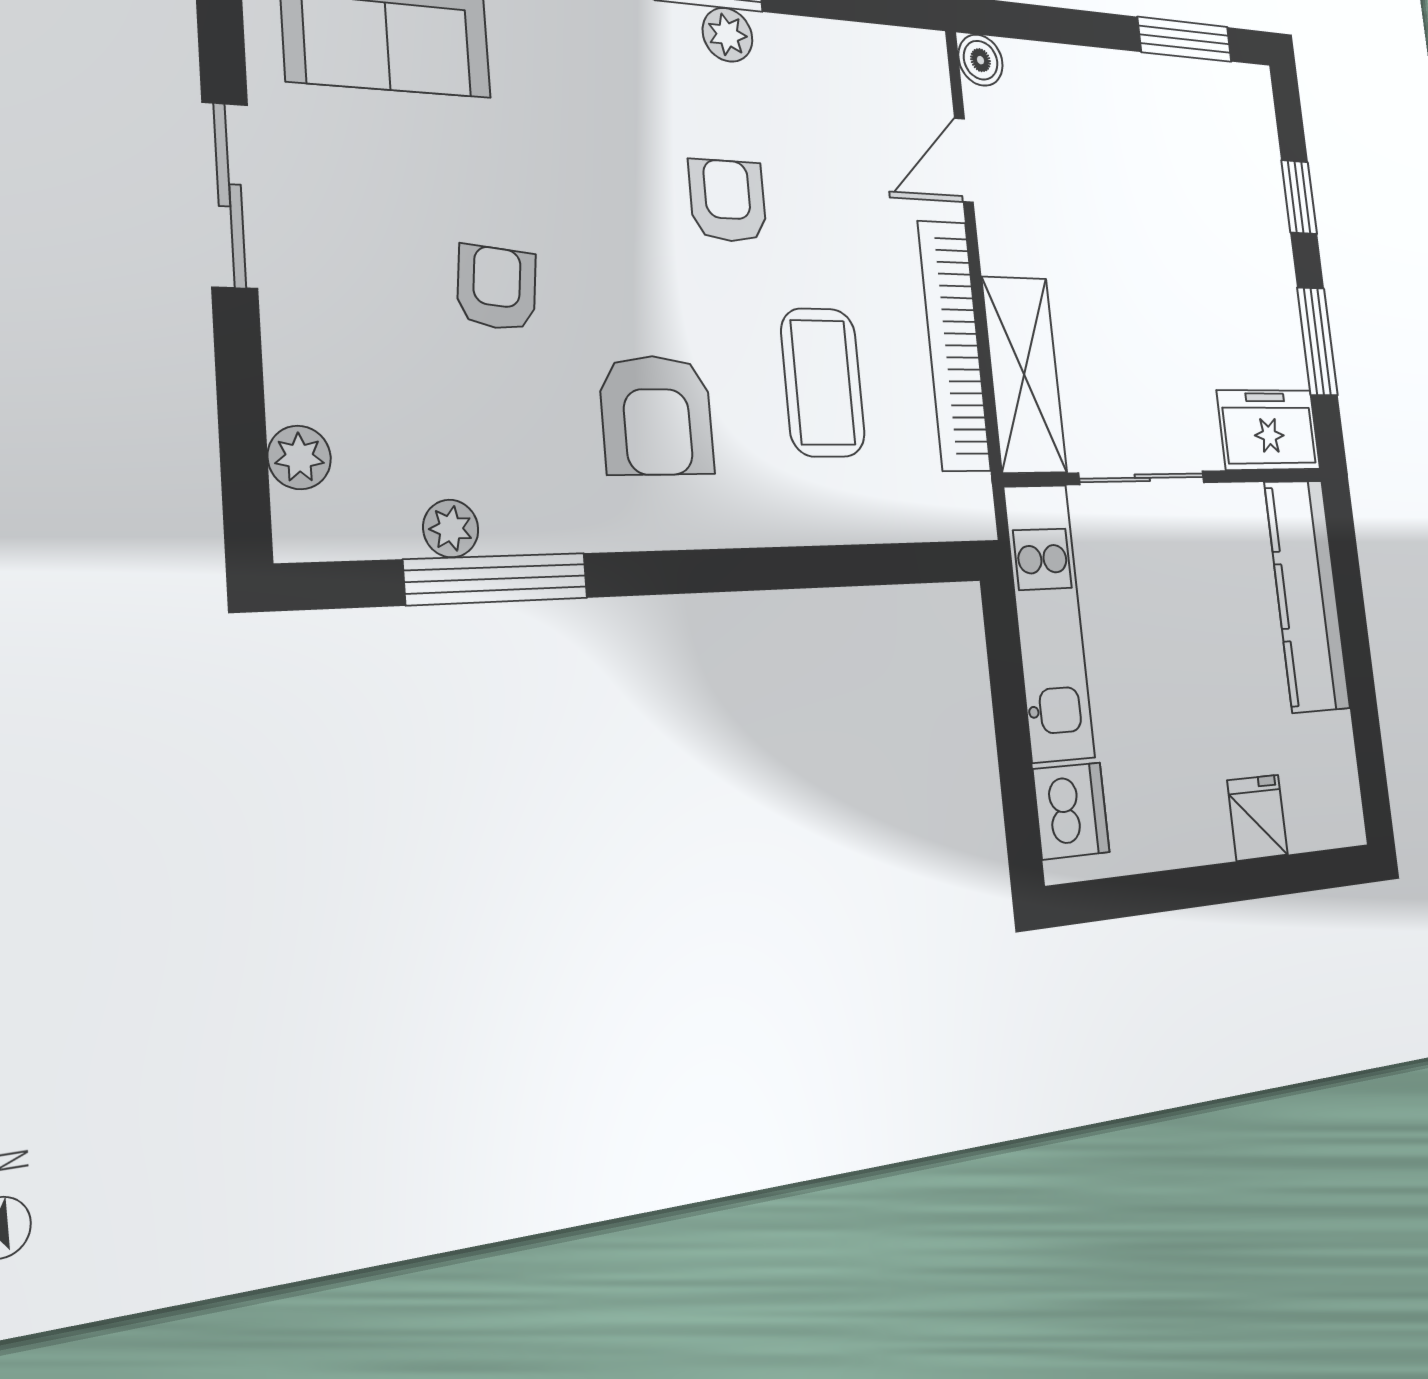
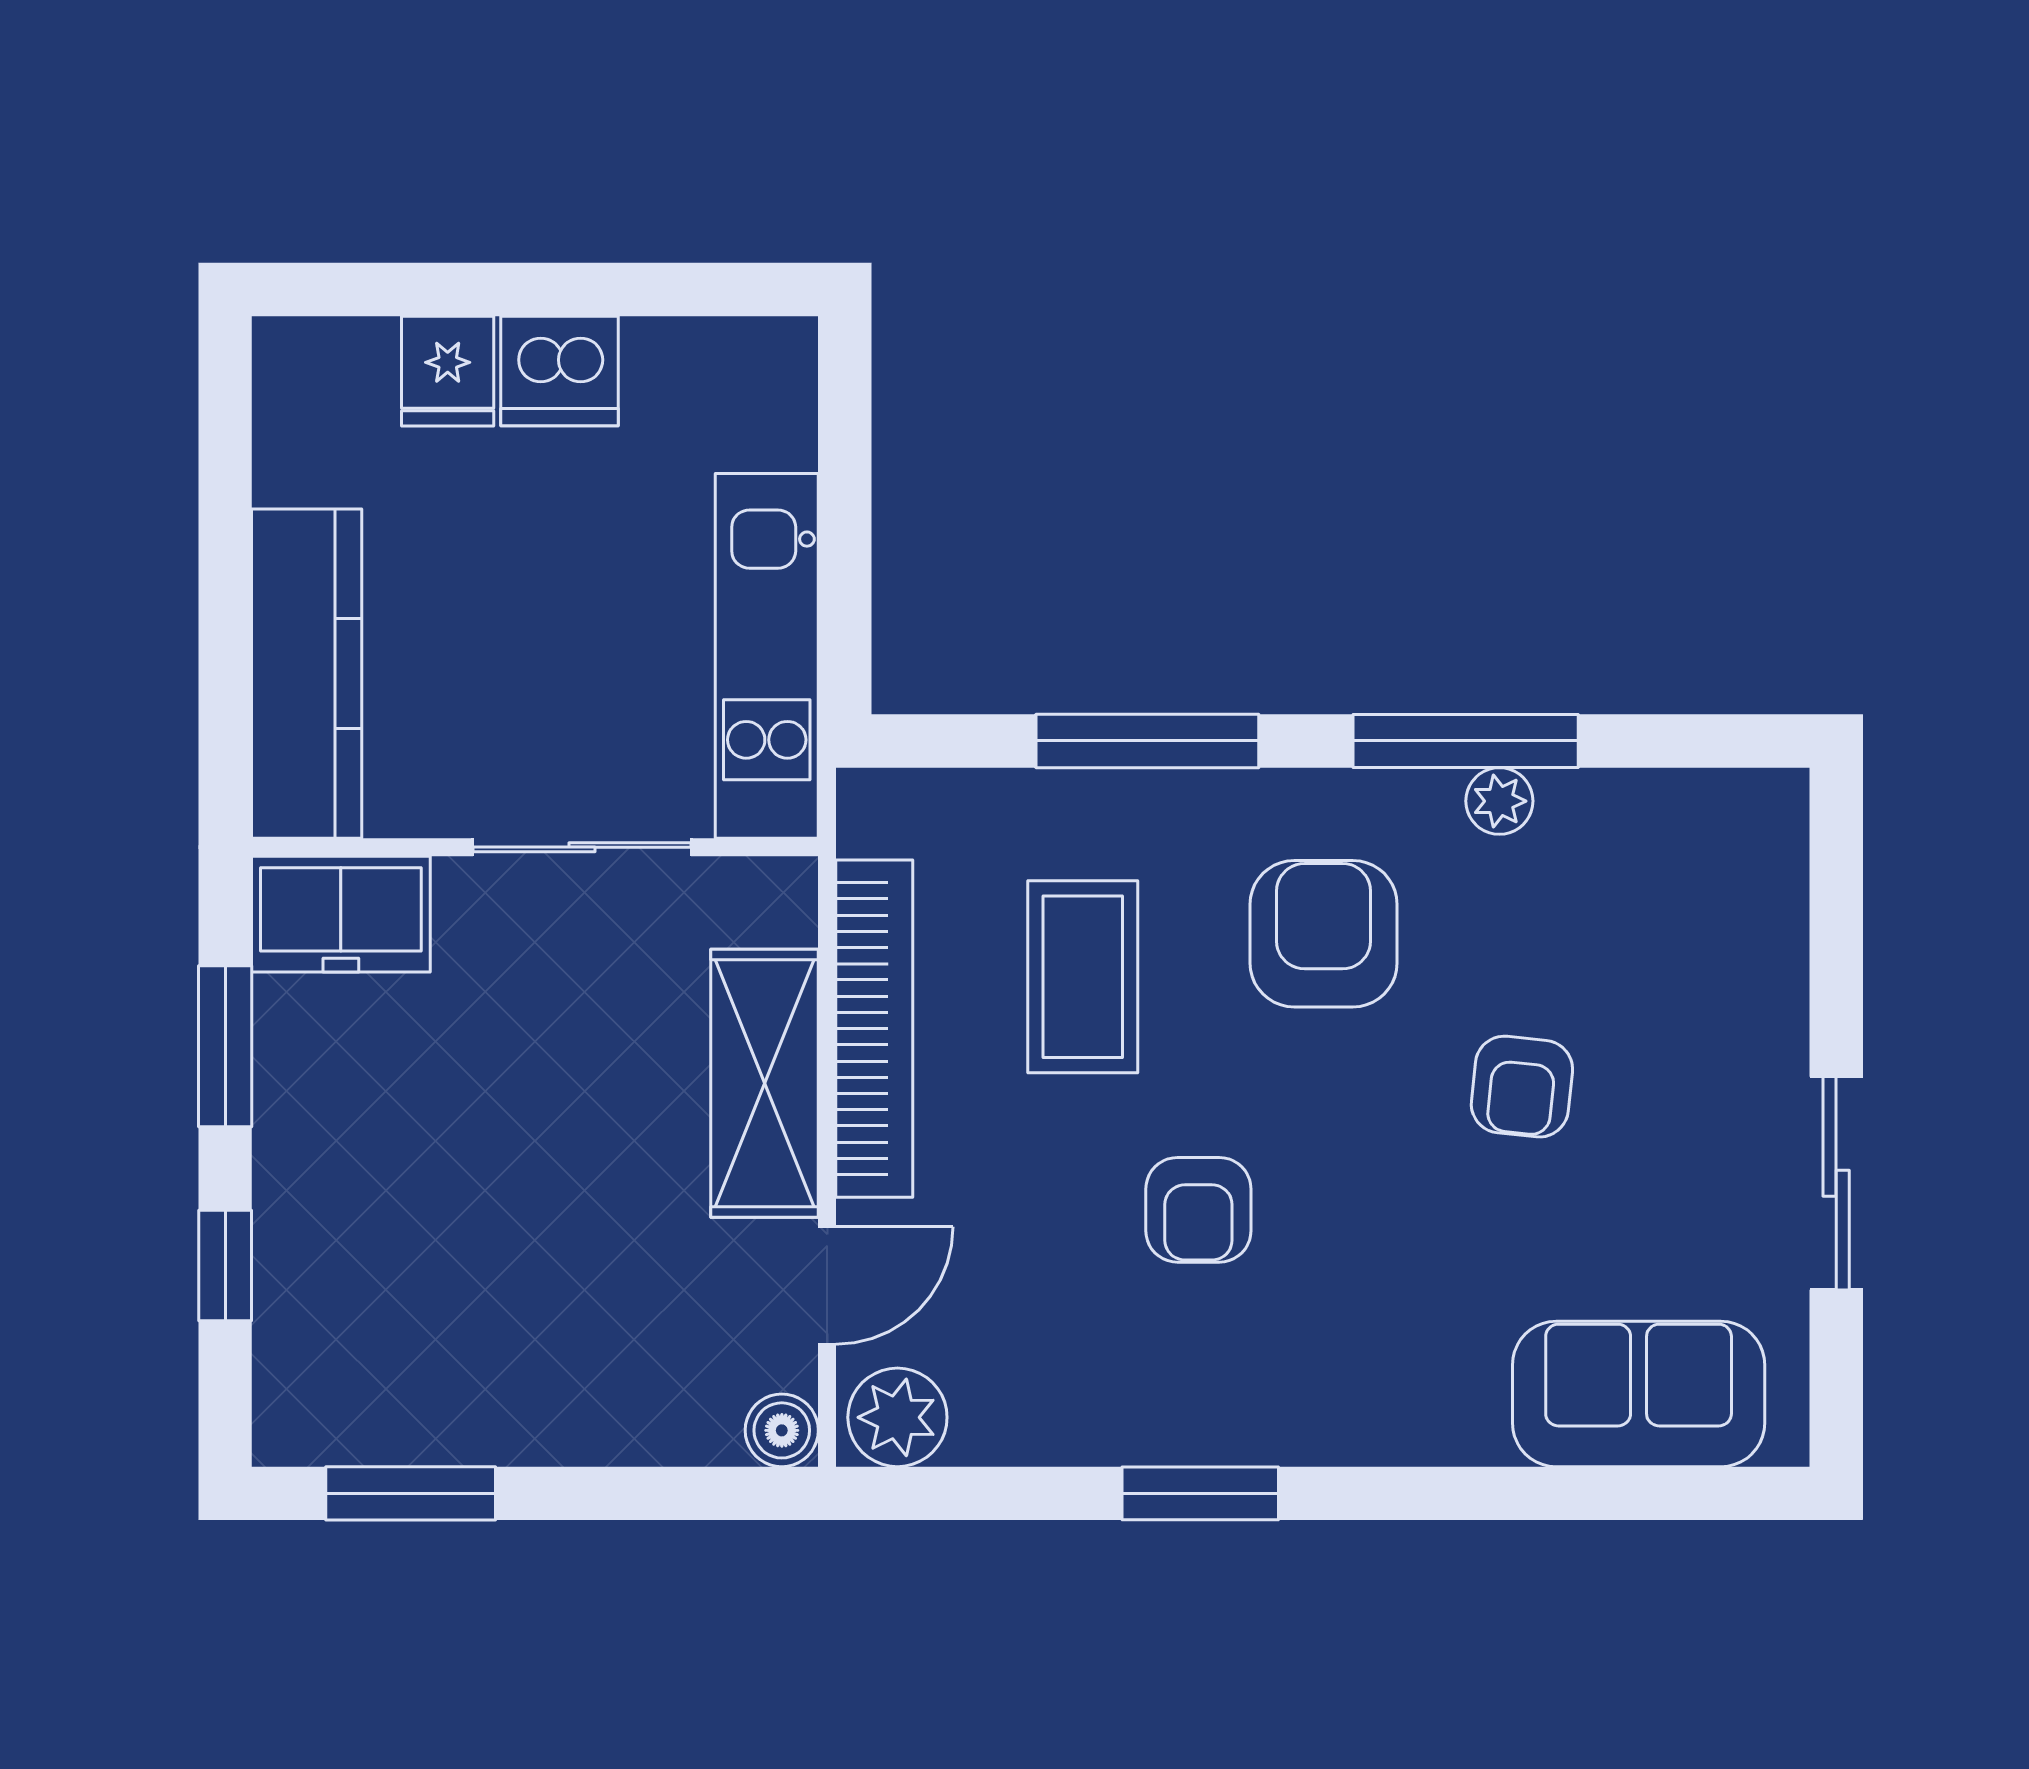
plant: (728, 35) -> (897, 1417), moved, width x1.38, depth x1.38
shelving: (1024, 375) -> (765, 1083), moved
plant: (299, 457) -> (1774, 885), removed
plant: (451, 529) -> (1499, 801), moved
window: (796, 568) -> (1147, 741), added
window: (497, 579) -> (1466, 741), moved
dishwasher: (1071, 811) -> (559, 371), moved, turned -90

